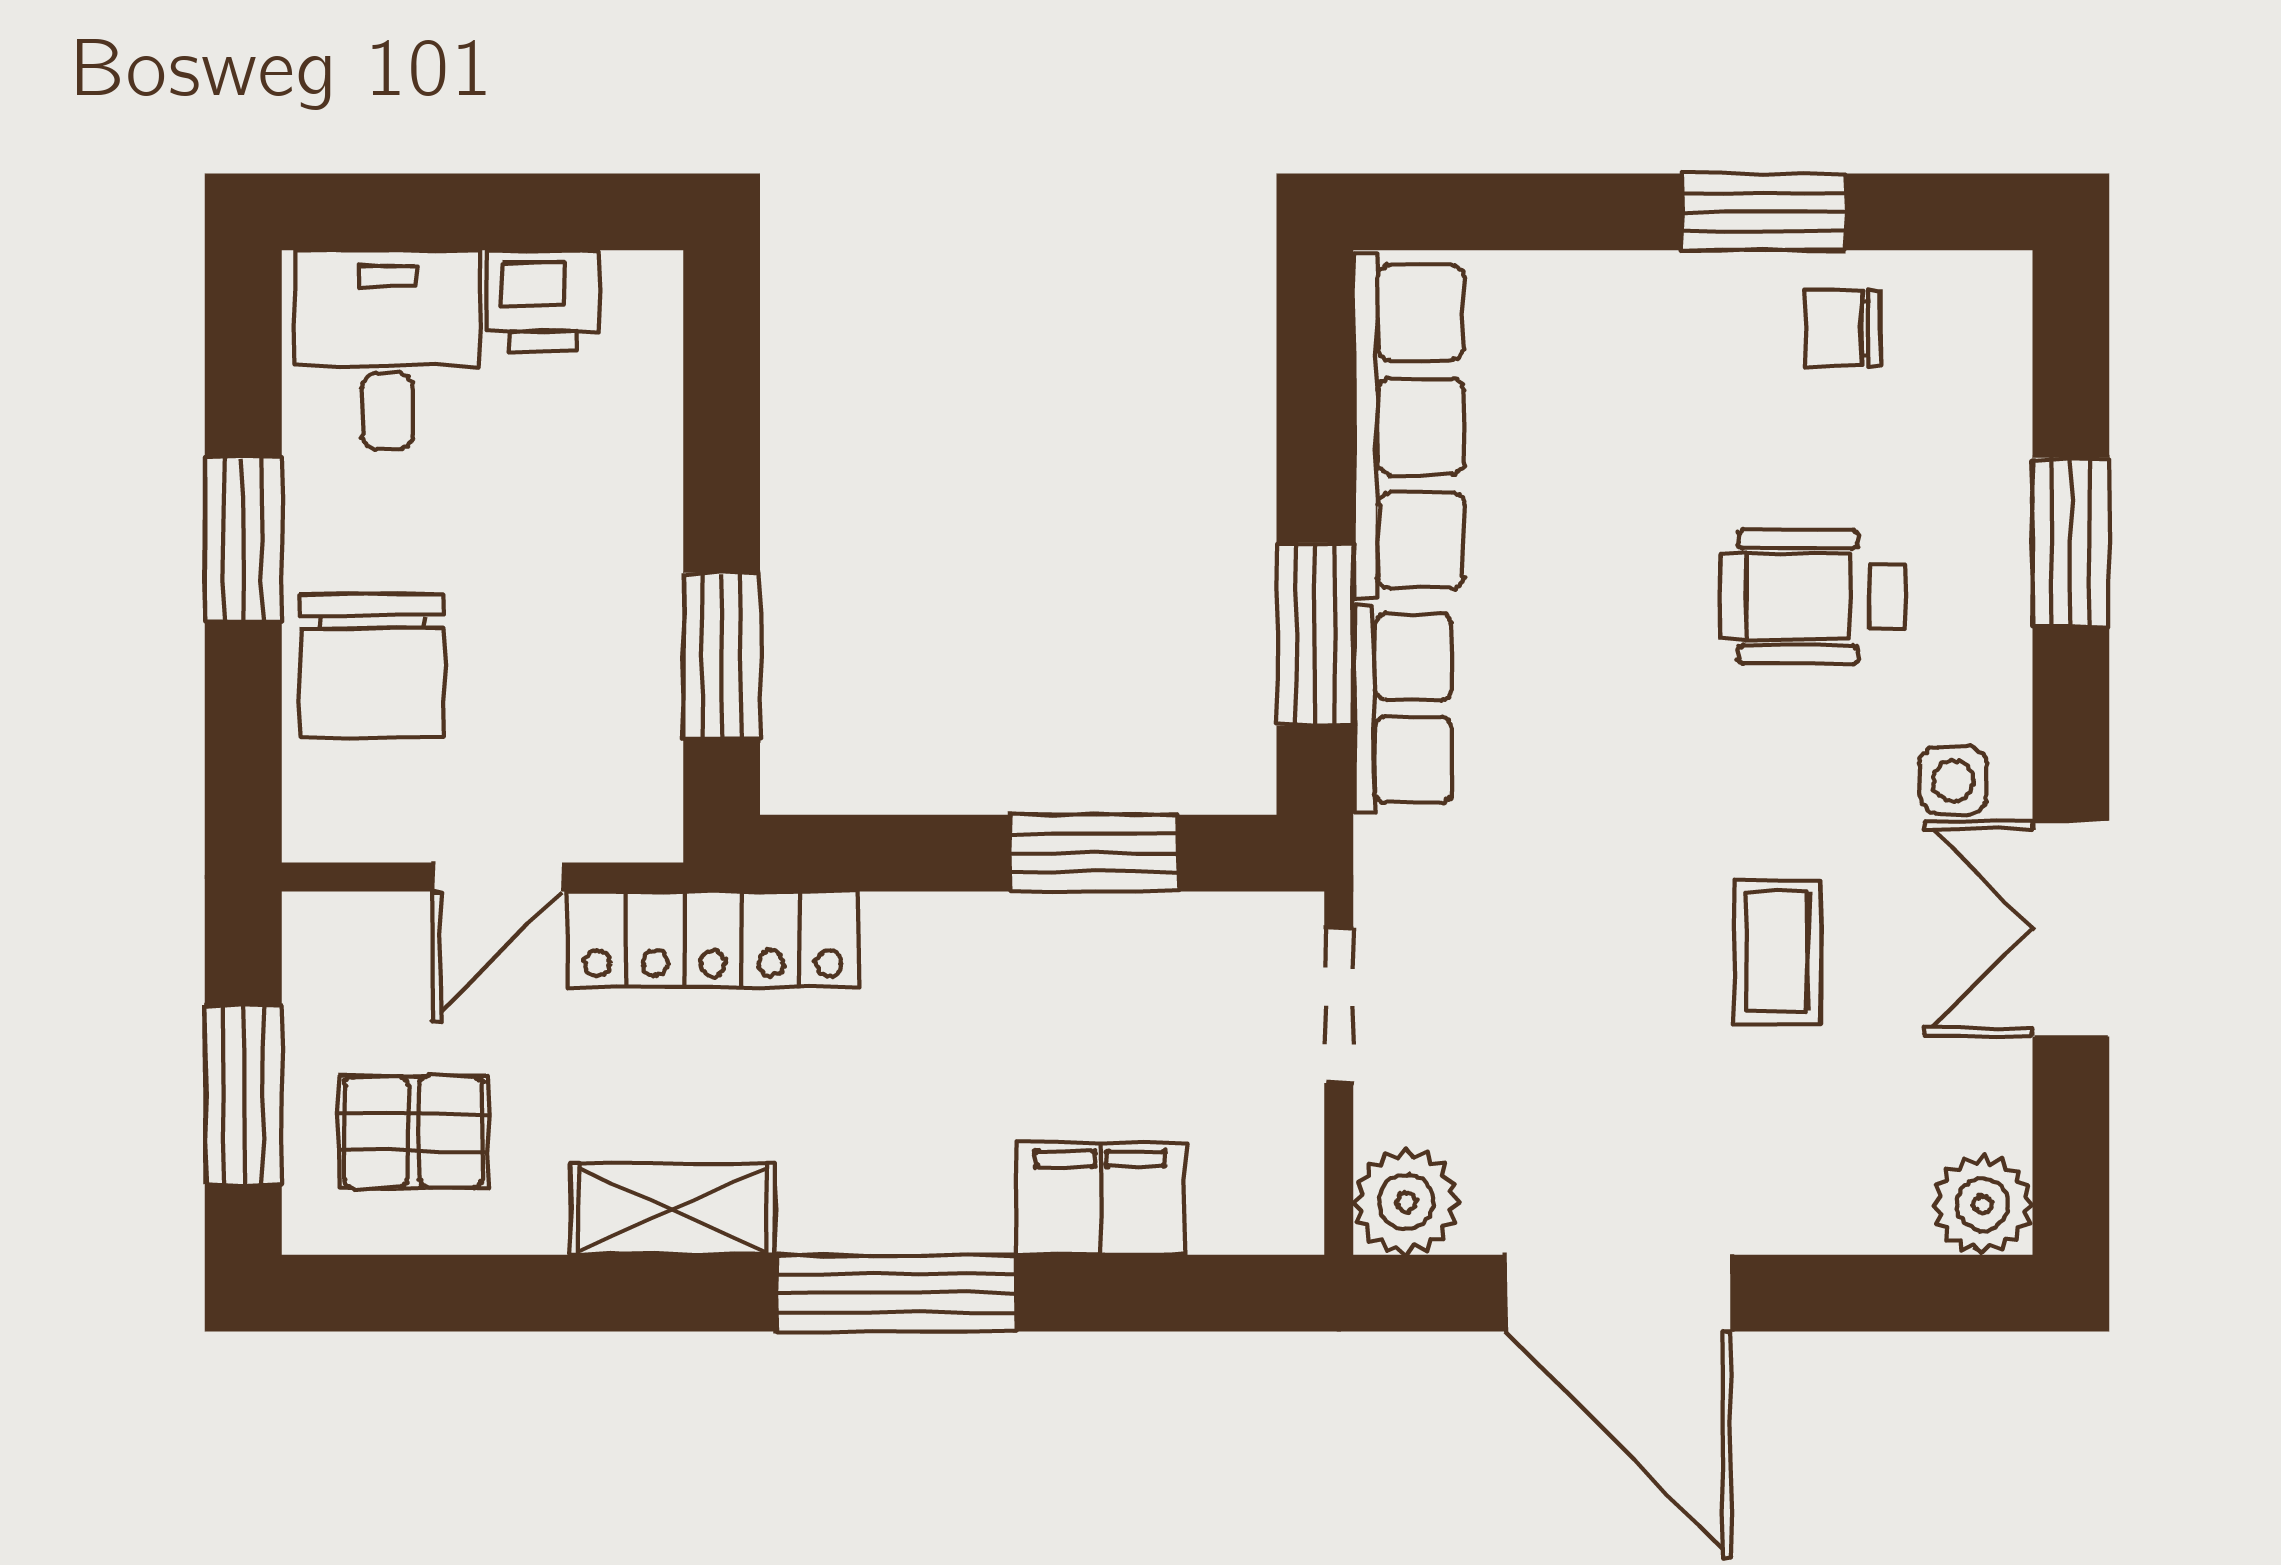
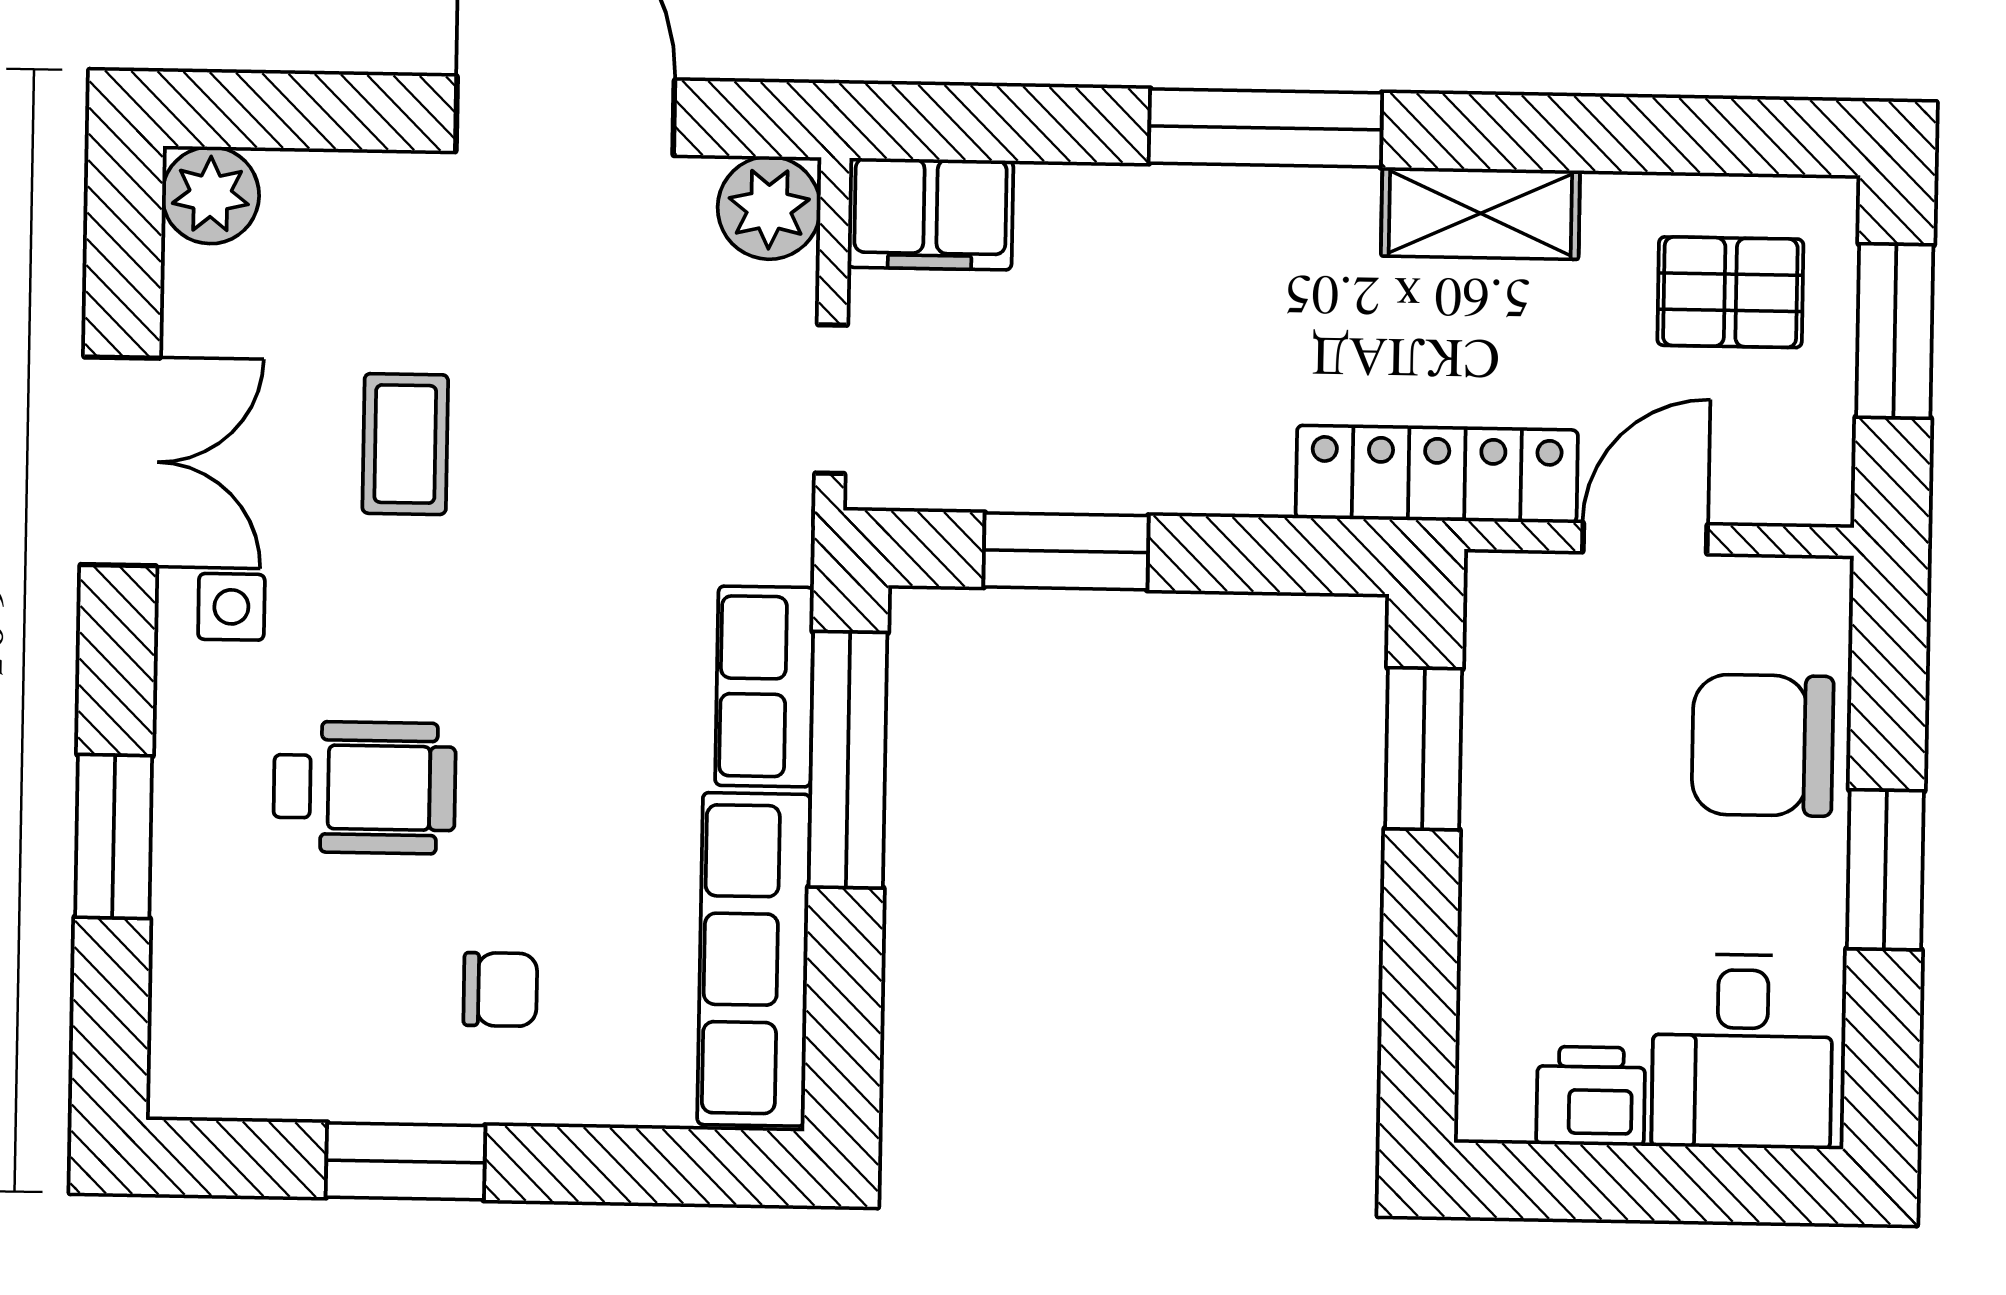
chair: (1843, 328) -> (500, 989), moved
window: (1315, 634) -> (848, 760), width x1.44
chair: (372, 666) -> (1763, 745), turned -90
filing cabinet: (1100, 1198) -> (930, 214), moved

